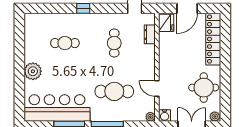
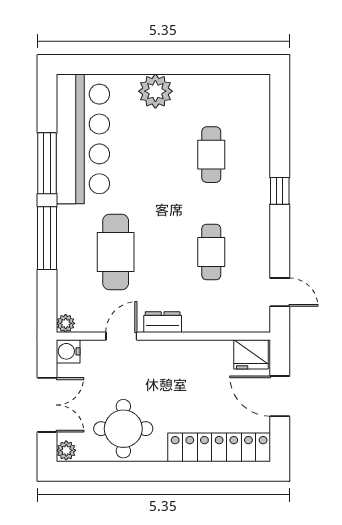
dresser: (150, 34) -> (163, 322), moved
cafe table: (114, 43) -> (211, 252), turned 90

